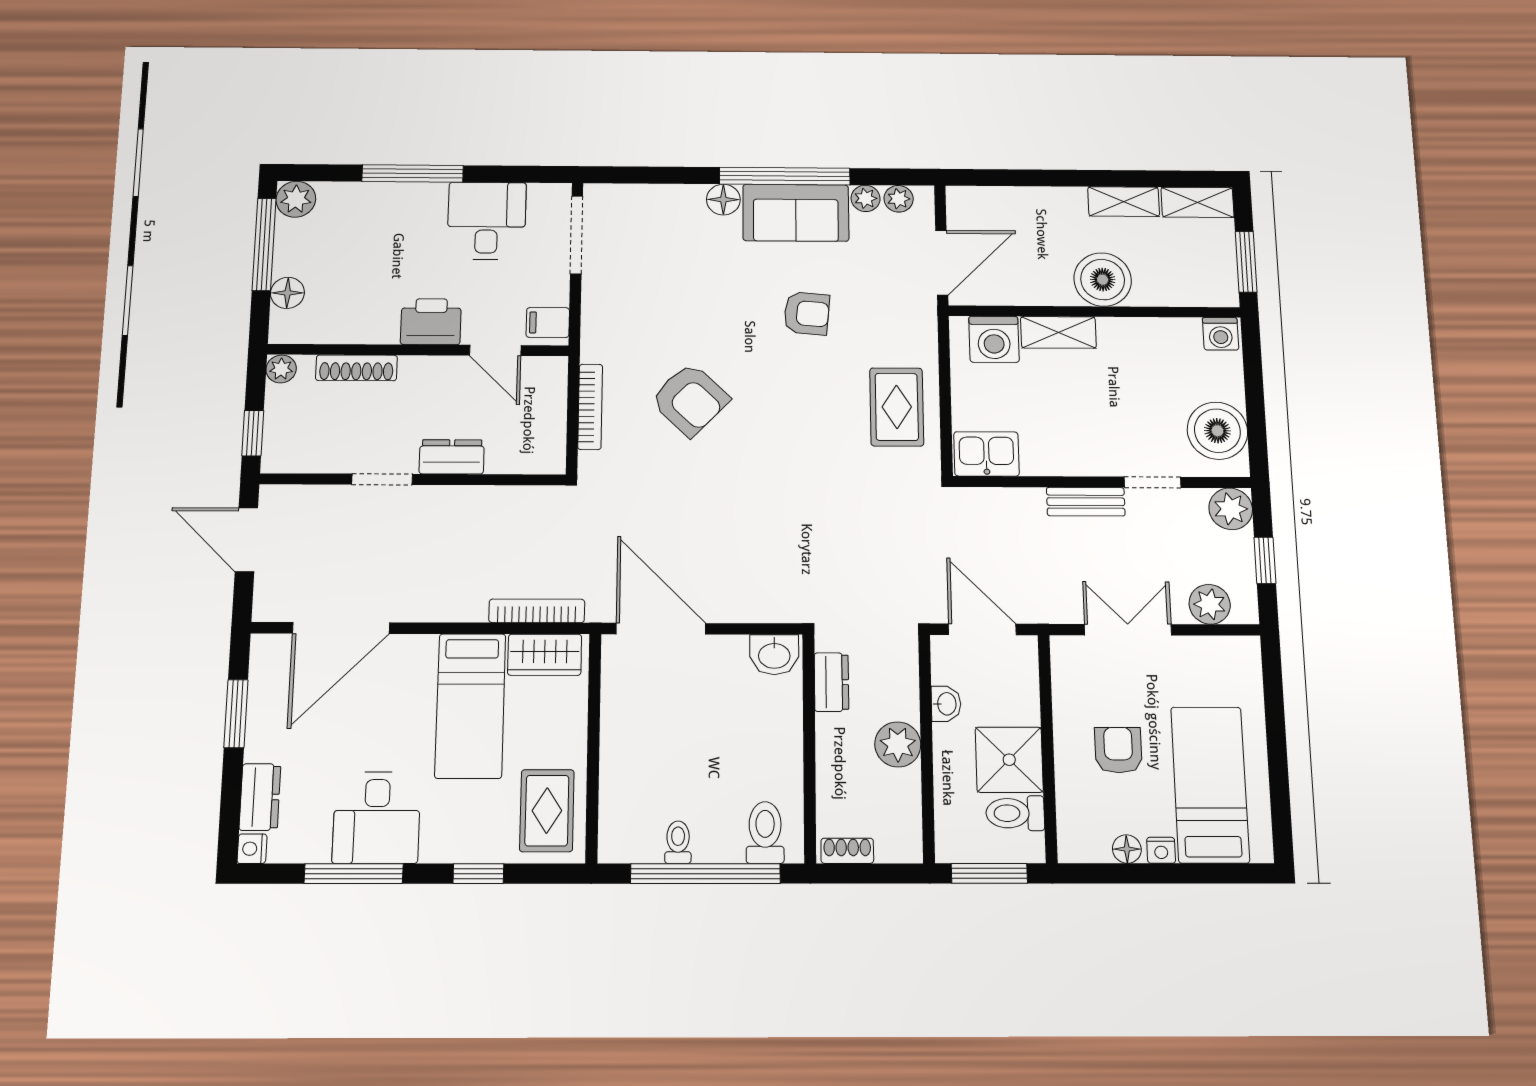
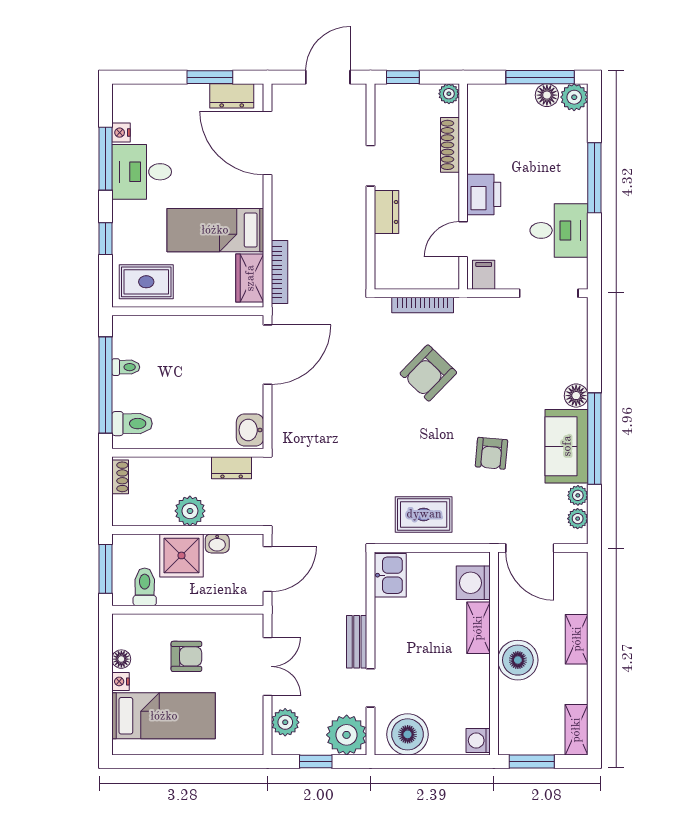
shelving: (1124, 202) -> (577, 639), moved
floor lamp: (287, 293) -> (547, 95), moved
plant: (1231, 509) -> (347, 735), width x1.36, depth x1.36
shower: (1009, 760) -> (181, 555), moved
dresser: (260, 797) -> (232, 96), moved
nightstand: (252, 849) -> (121, 133), moved, turned -90

